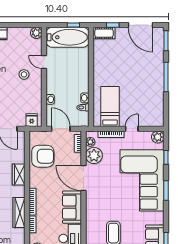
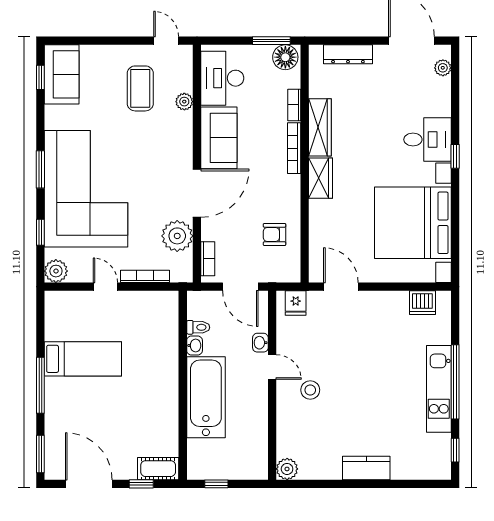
bathtub: (68, 37) -> (206, 397), moved, turned 90
door: (44, 62) -> (272, 367), moved
bed: (110, 106) -> (83, 359), moved, turned -90
door: (132, 129) -> (105, 287), swing flipped
plant: (90, 142) -> (184, 102), moved
armchair: (43, 156) -> (274, 234), width x0.53, depth x0.53
wardrobe: (19, 175) -> (321, 178), moved
door: (84, 178) -> (197, 193), hinge flipped

